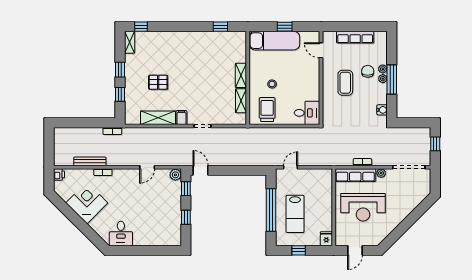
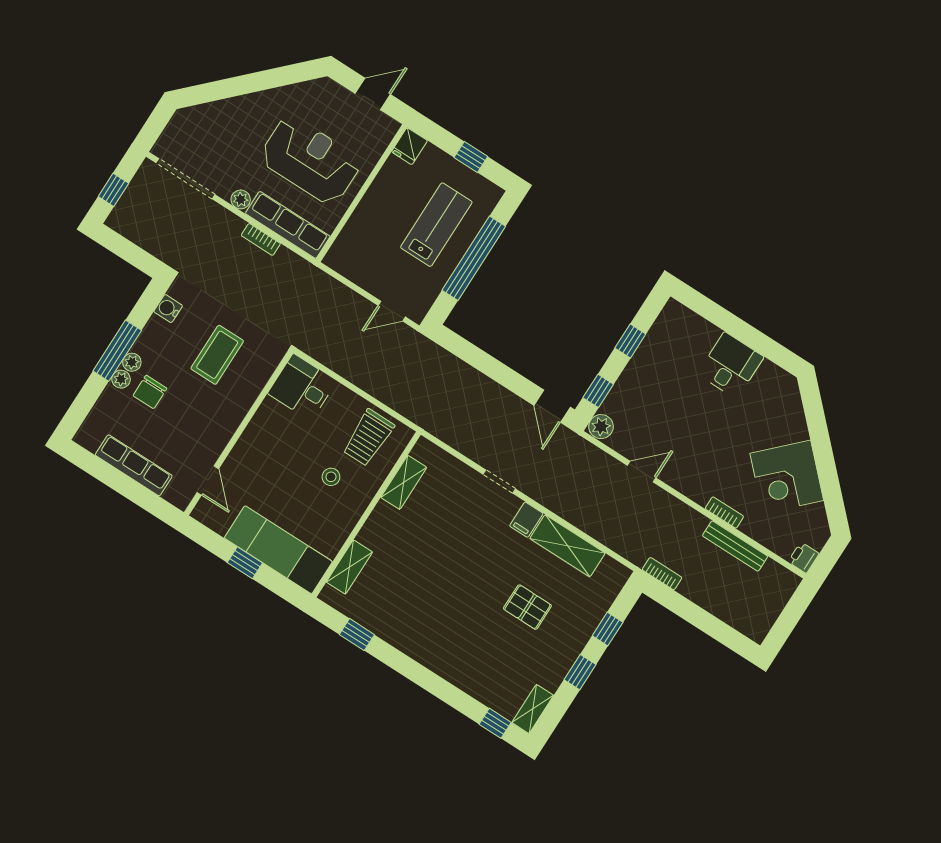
shelving: (241, 75) -> (349, 567), moved
coffee table: (345, 83) -> (217, 355), moved
desk: (121, 234) -> (731, 365), moved

